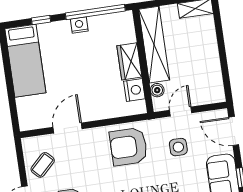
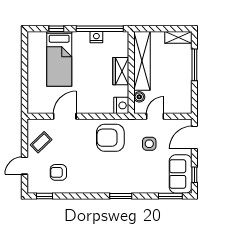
nightstand: (79, 25) -> (96, 37), moved
window: (220, 40) -> (194, 65), added
bed: (25, 61) -> (59, 59), moved
nightstand: (134, 90) -> (121, 105), moved
door: (234, 131) -> (194, 138), hinge flipped

